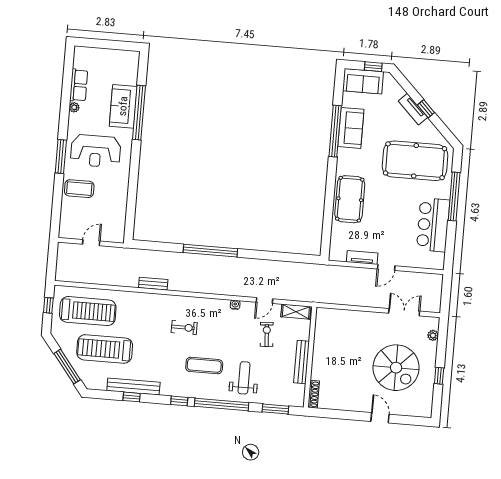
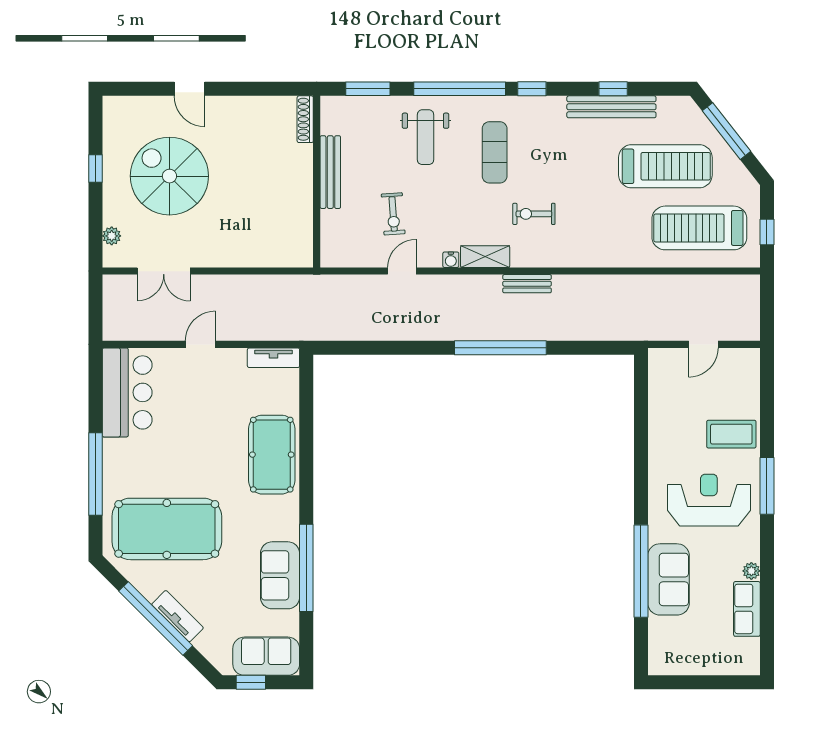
window: (426, 109) -> (156, 618), width x3.17
bar counter: (433, 225) -> (127, 392), moved
tv unit: (362, 257) -> (273, 358), moved
bench: (153, 284) -> (527, 284), moved
shelving: (296, 312) -> (485, 257), moved
exercise mat: (204, 366) -> (495, 152), turned 90

